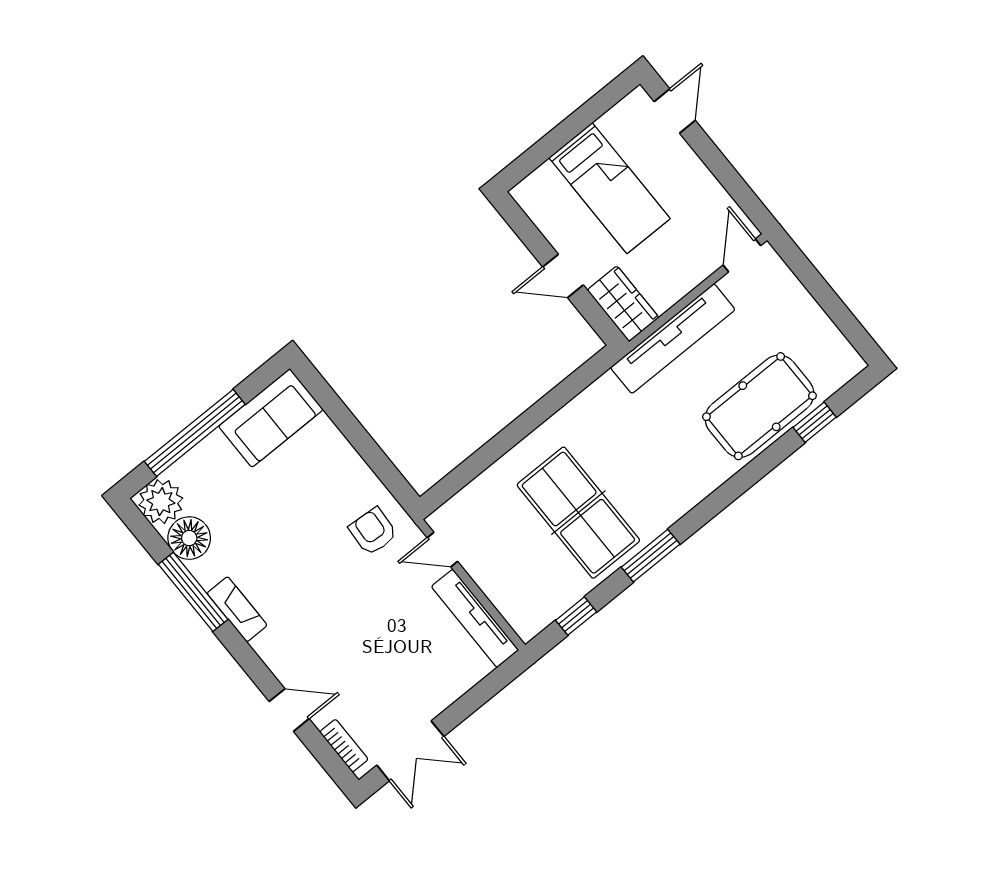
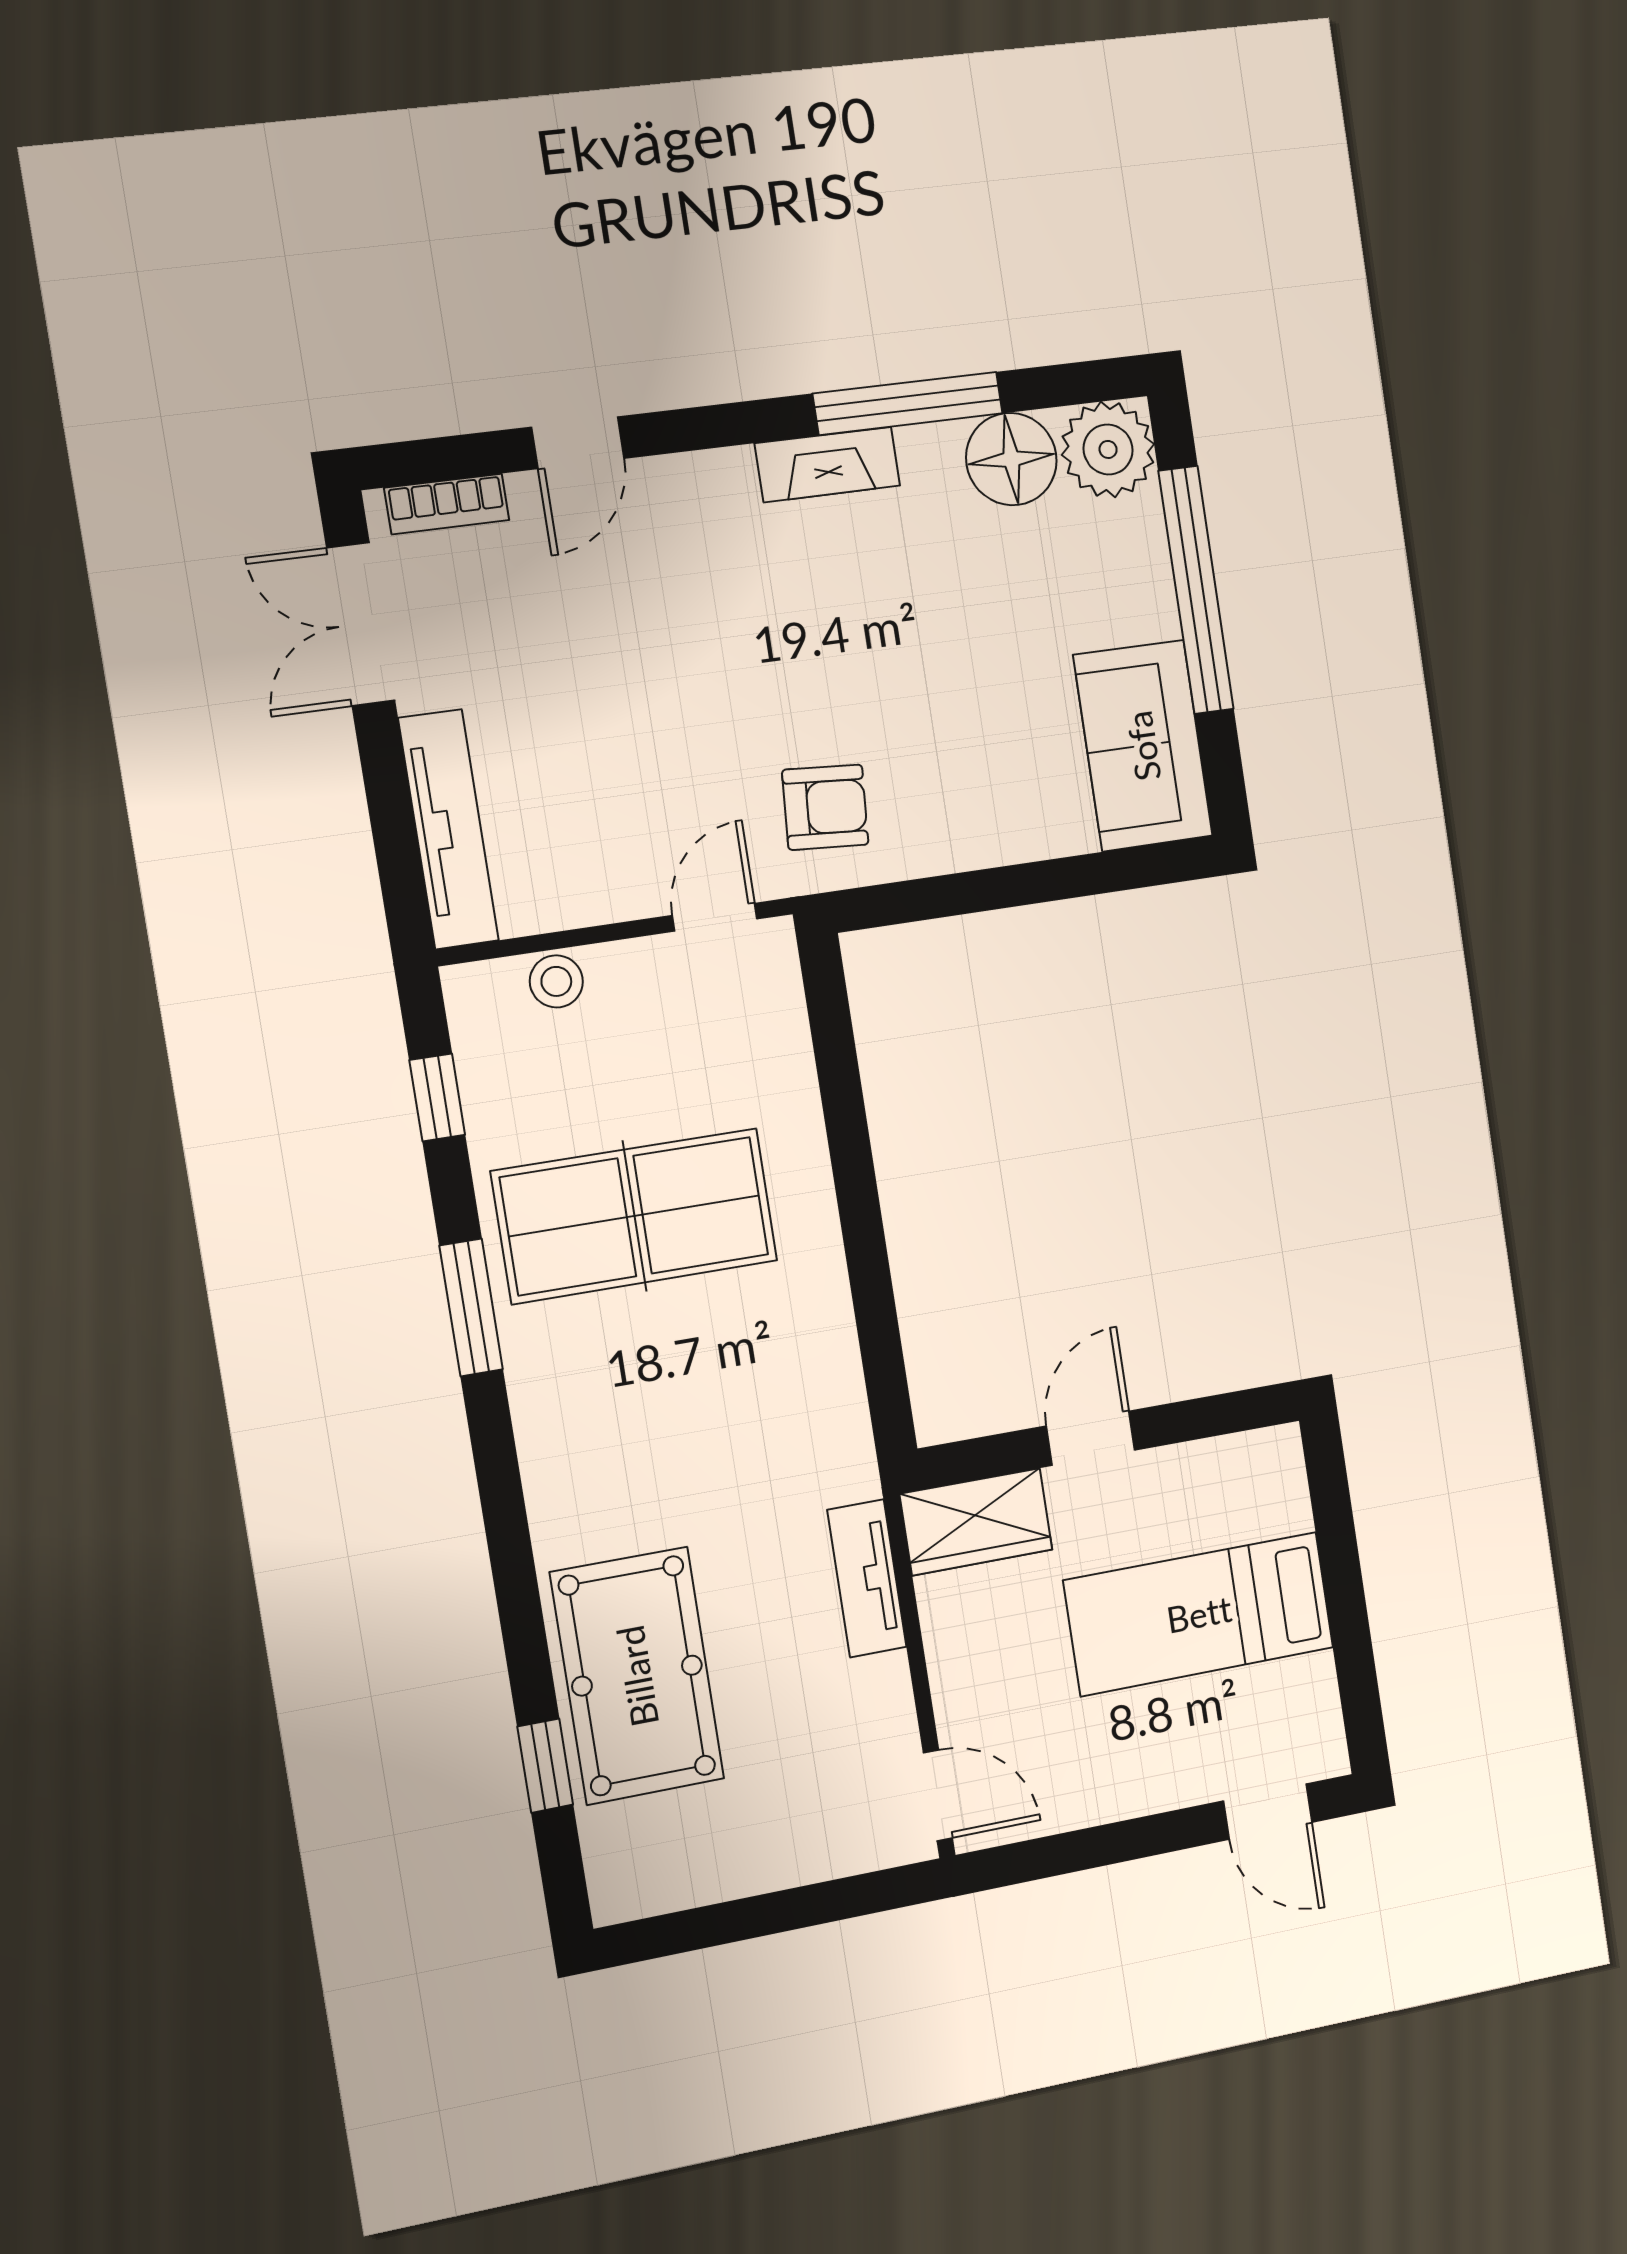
tv unit: (673, 339) -> (867, 1578), width x0.52, depth x0.78
stool: (504, 597) -> (556, 981), added
tv unit: (475, 618) -> (448, 829), moved, turned 90

